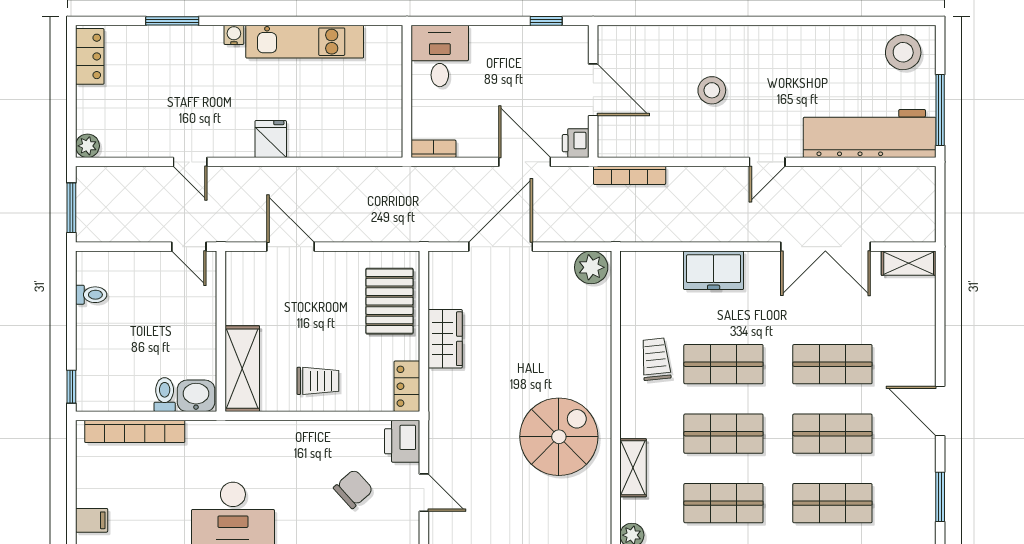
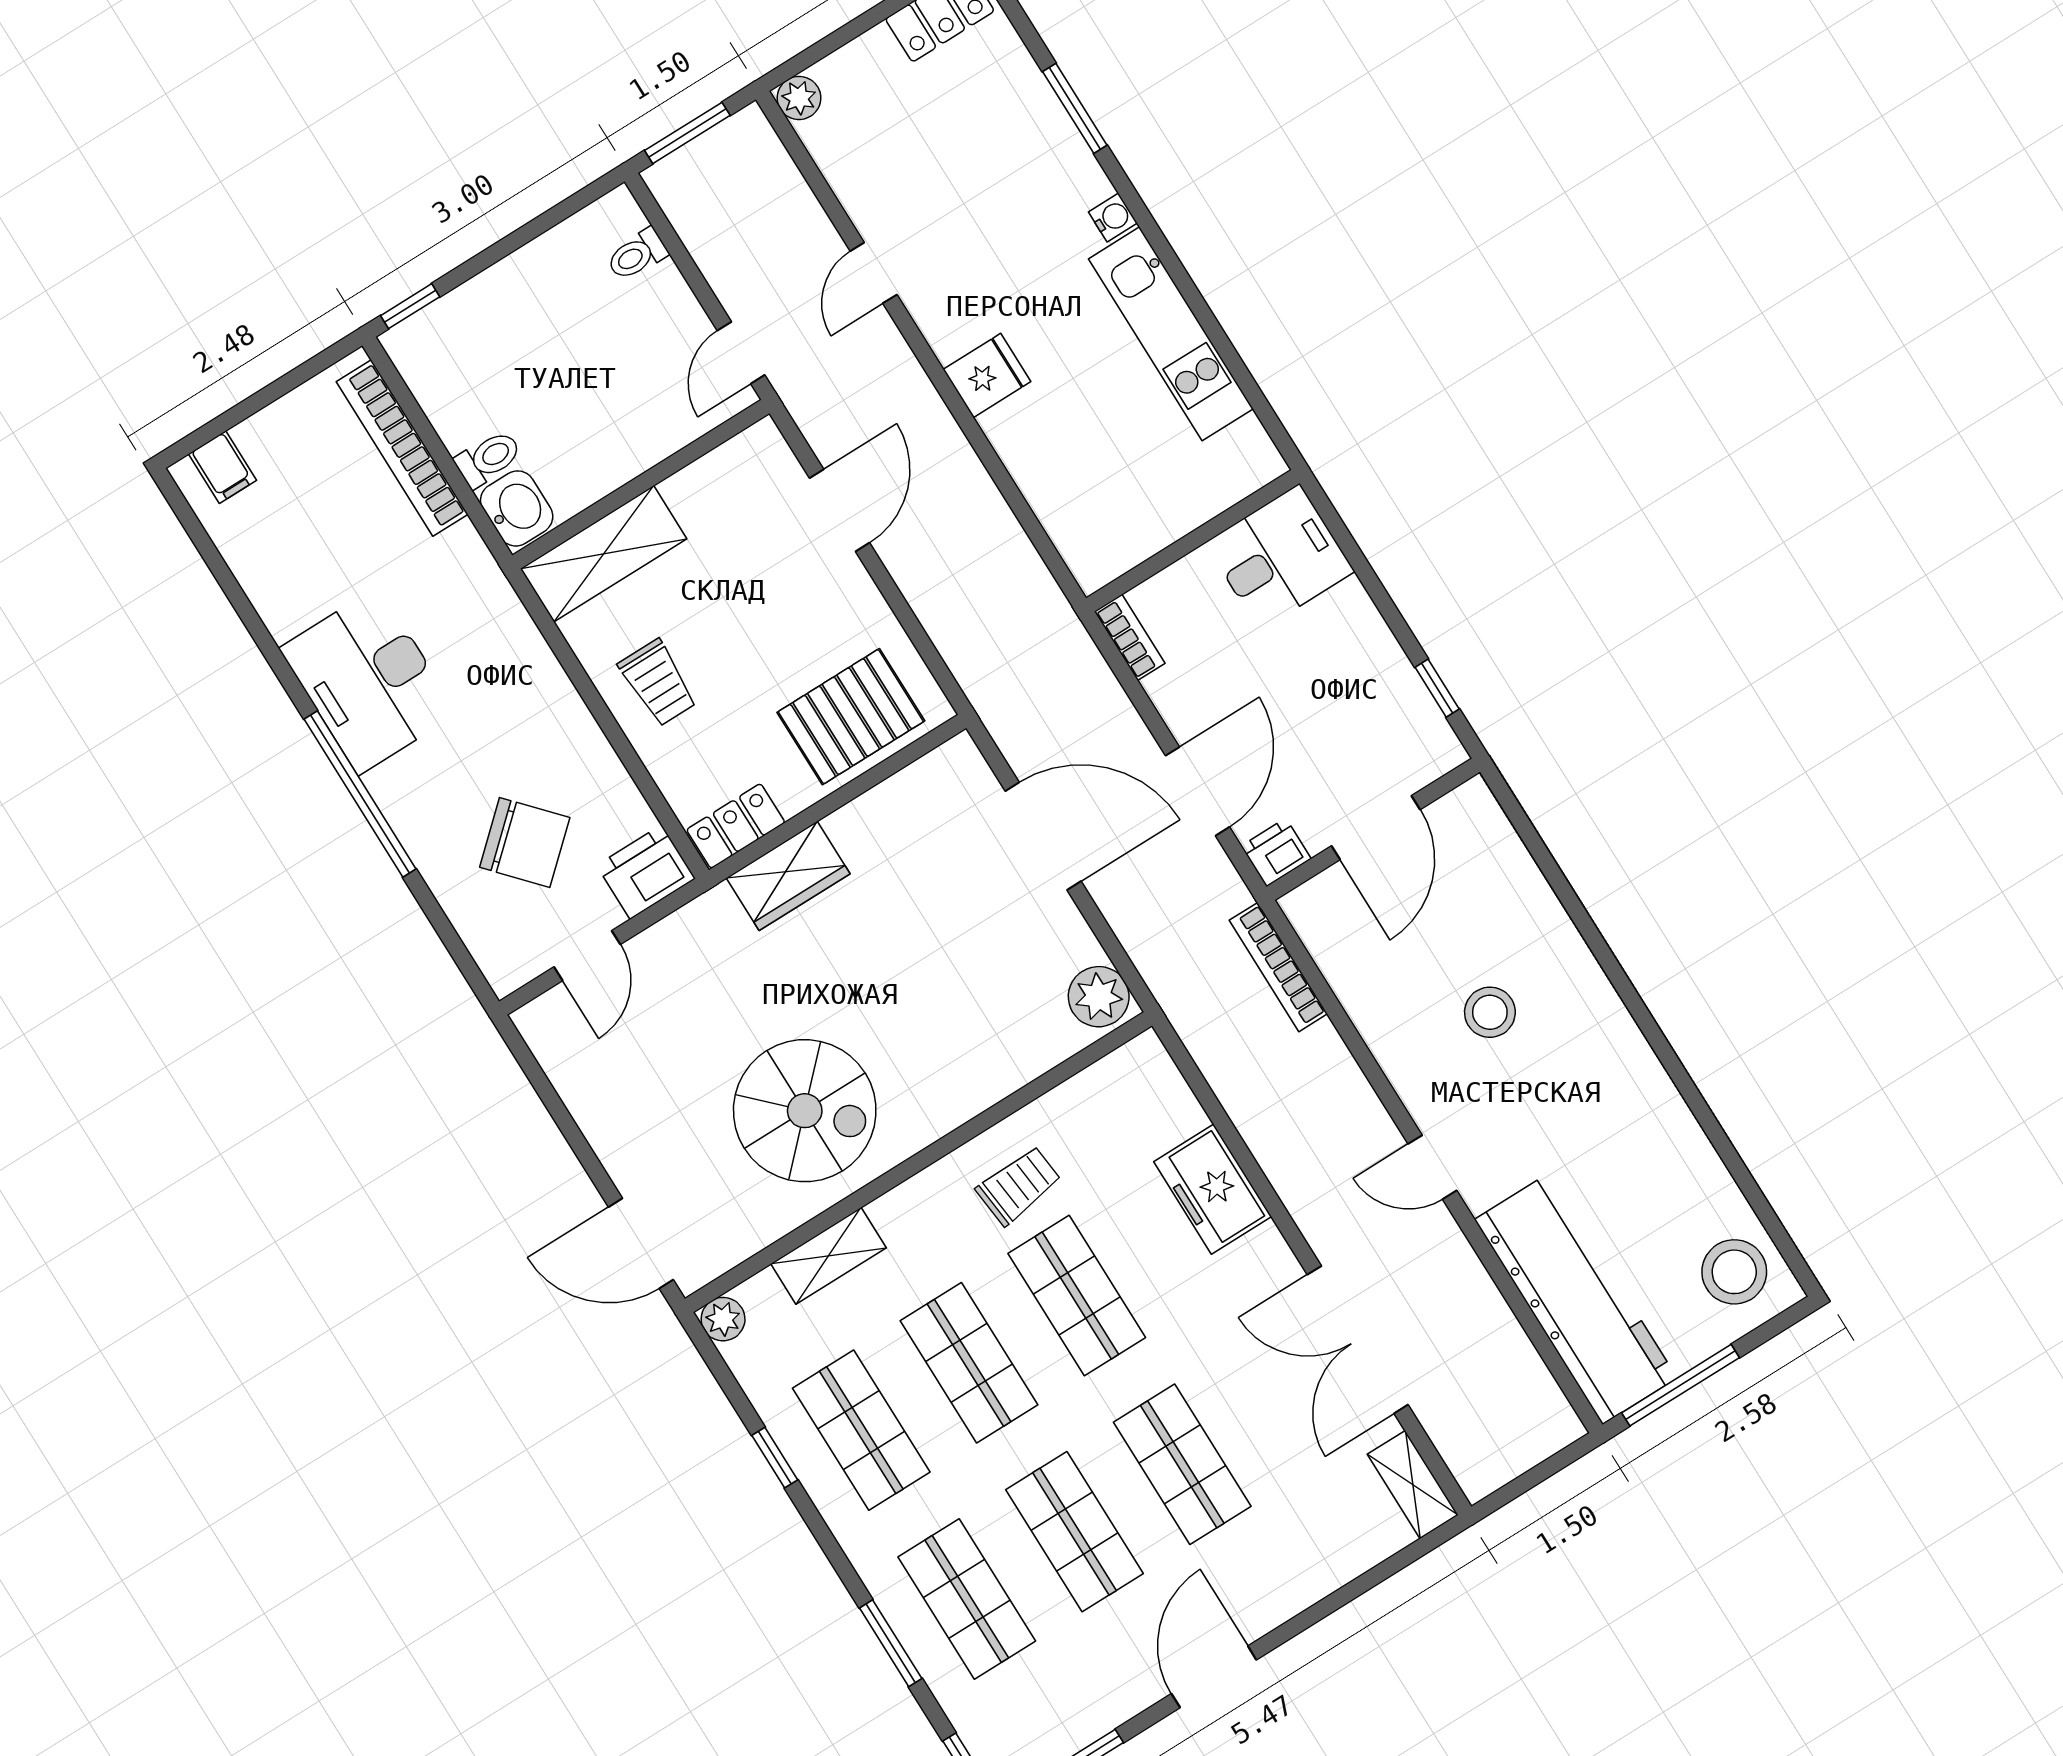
toilet: (91, 295) -> (637, 255), moved, turned 90
wardrobe: (445, 339) -> (788, 876), moved
chair: (353, 489) -> (525, 842), width x1.37, depth x1.37

